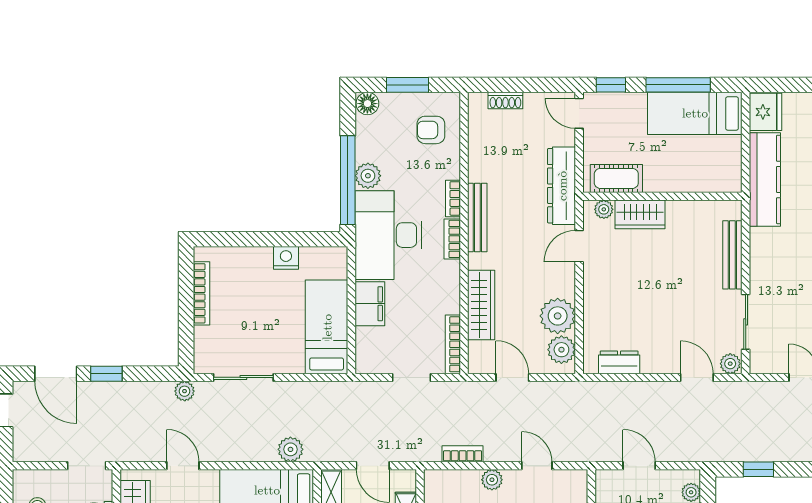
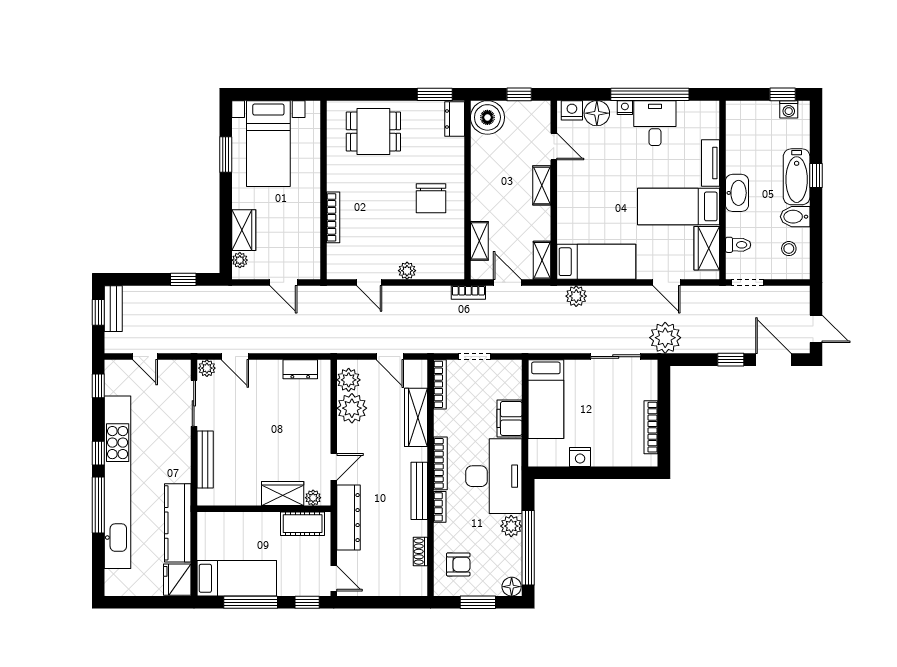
shoe rack: (505, 101) -> (420, 551), moved, turned -90
window: (348, 180) -> (528, 548), moved
bookcase: (452, 239) -> (440, 463), width x1.56
plant: (185, 391) -> (665, 338), width x1.88, depth x1.88
bookcase: (463, 454) -> (468, 292), moved

